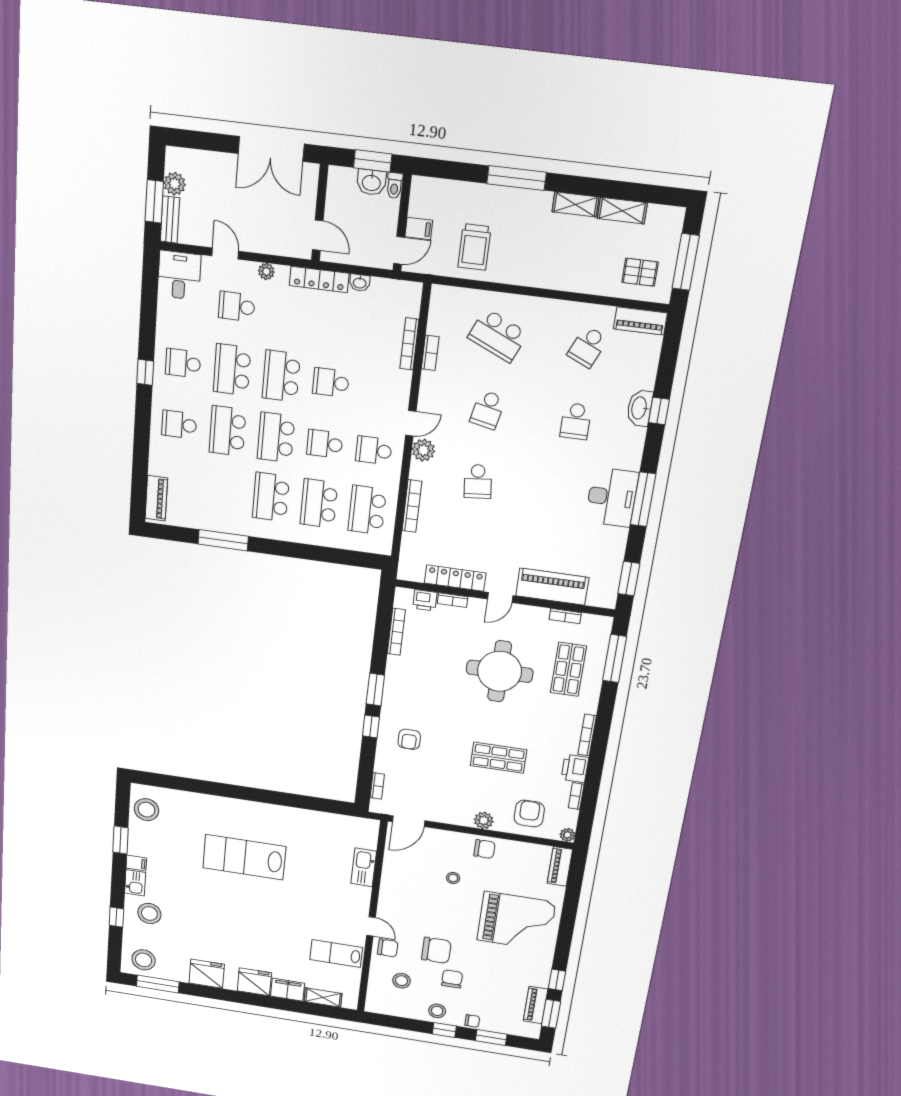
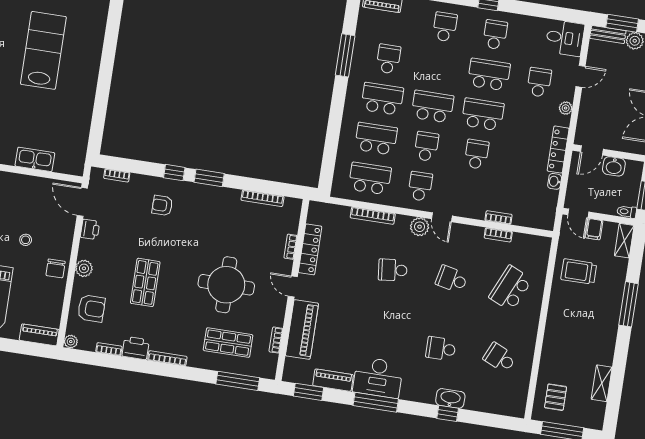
washbasin: (371, 182) -> (614, 166), moved, turned -90
shelving: (575, 204) -> (624, 241), moved
piano: (640, 321) -> (333, 380), moved, turned 90
bookcase: (409, 344) -> (499, 217), width x0.64
school desk: (227, 431) -> (388, 59), moved, width x0.54
printer: (425, 600) -> (90, 229), moved, turned 180

